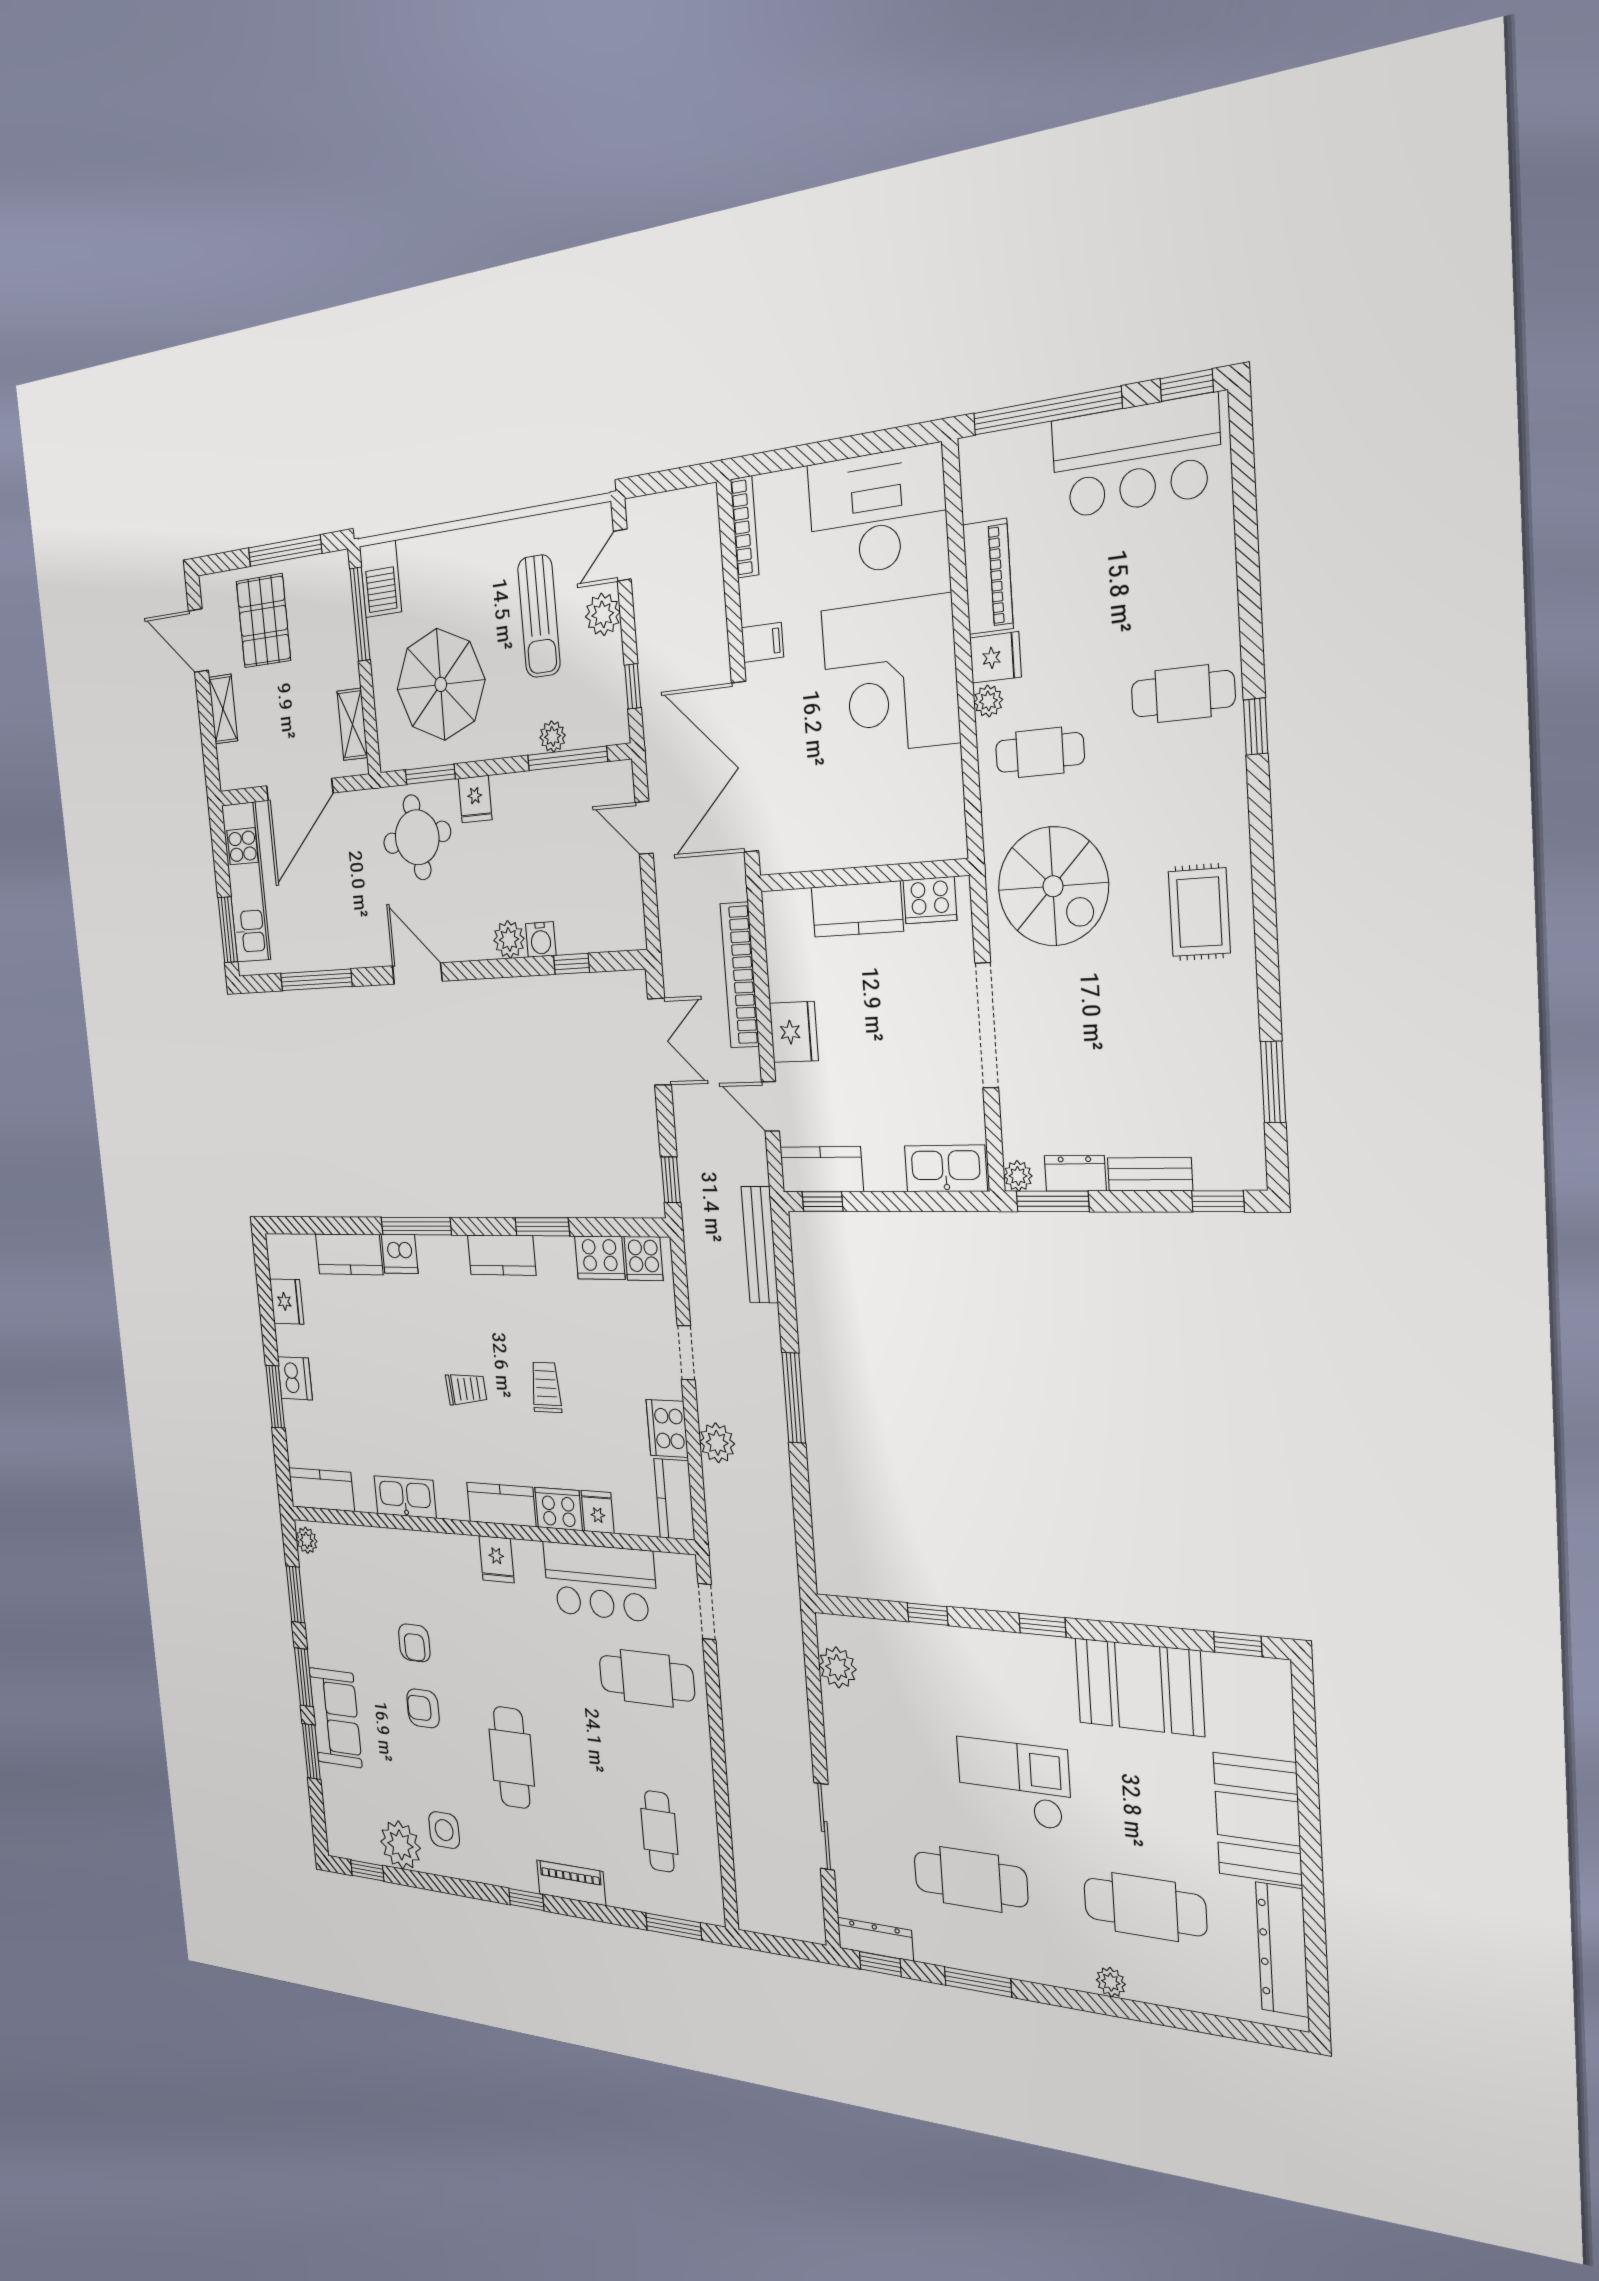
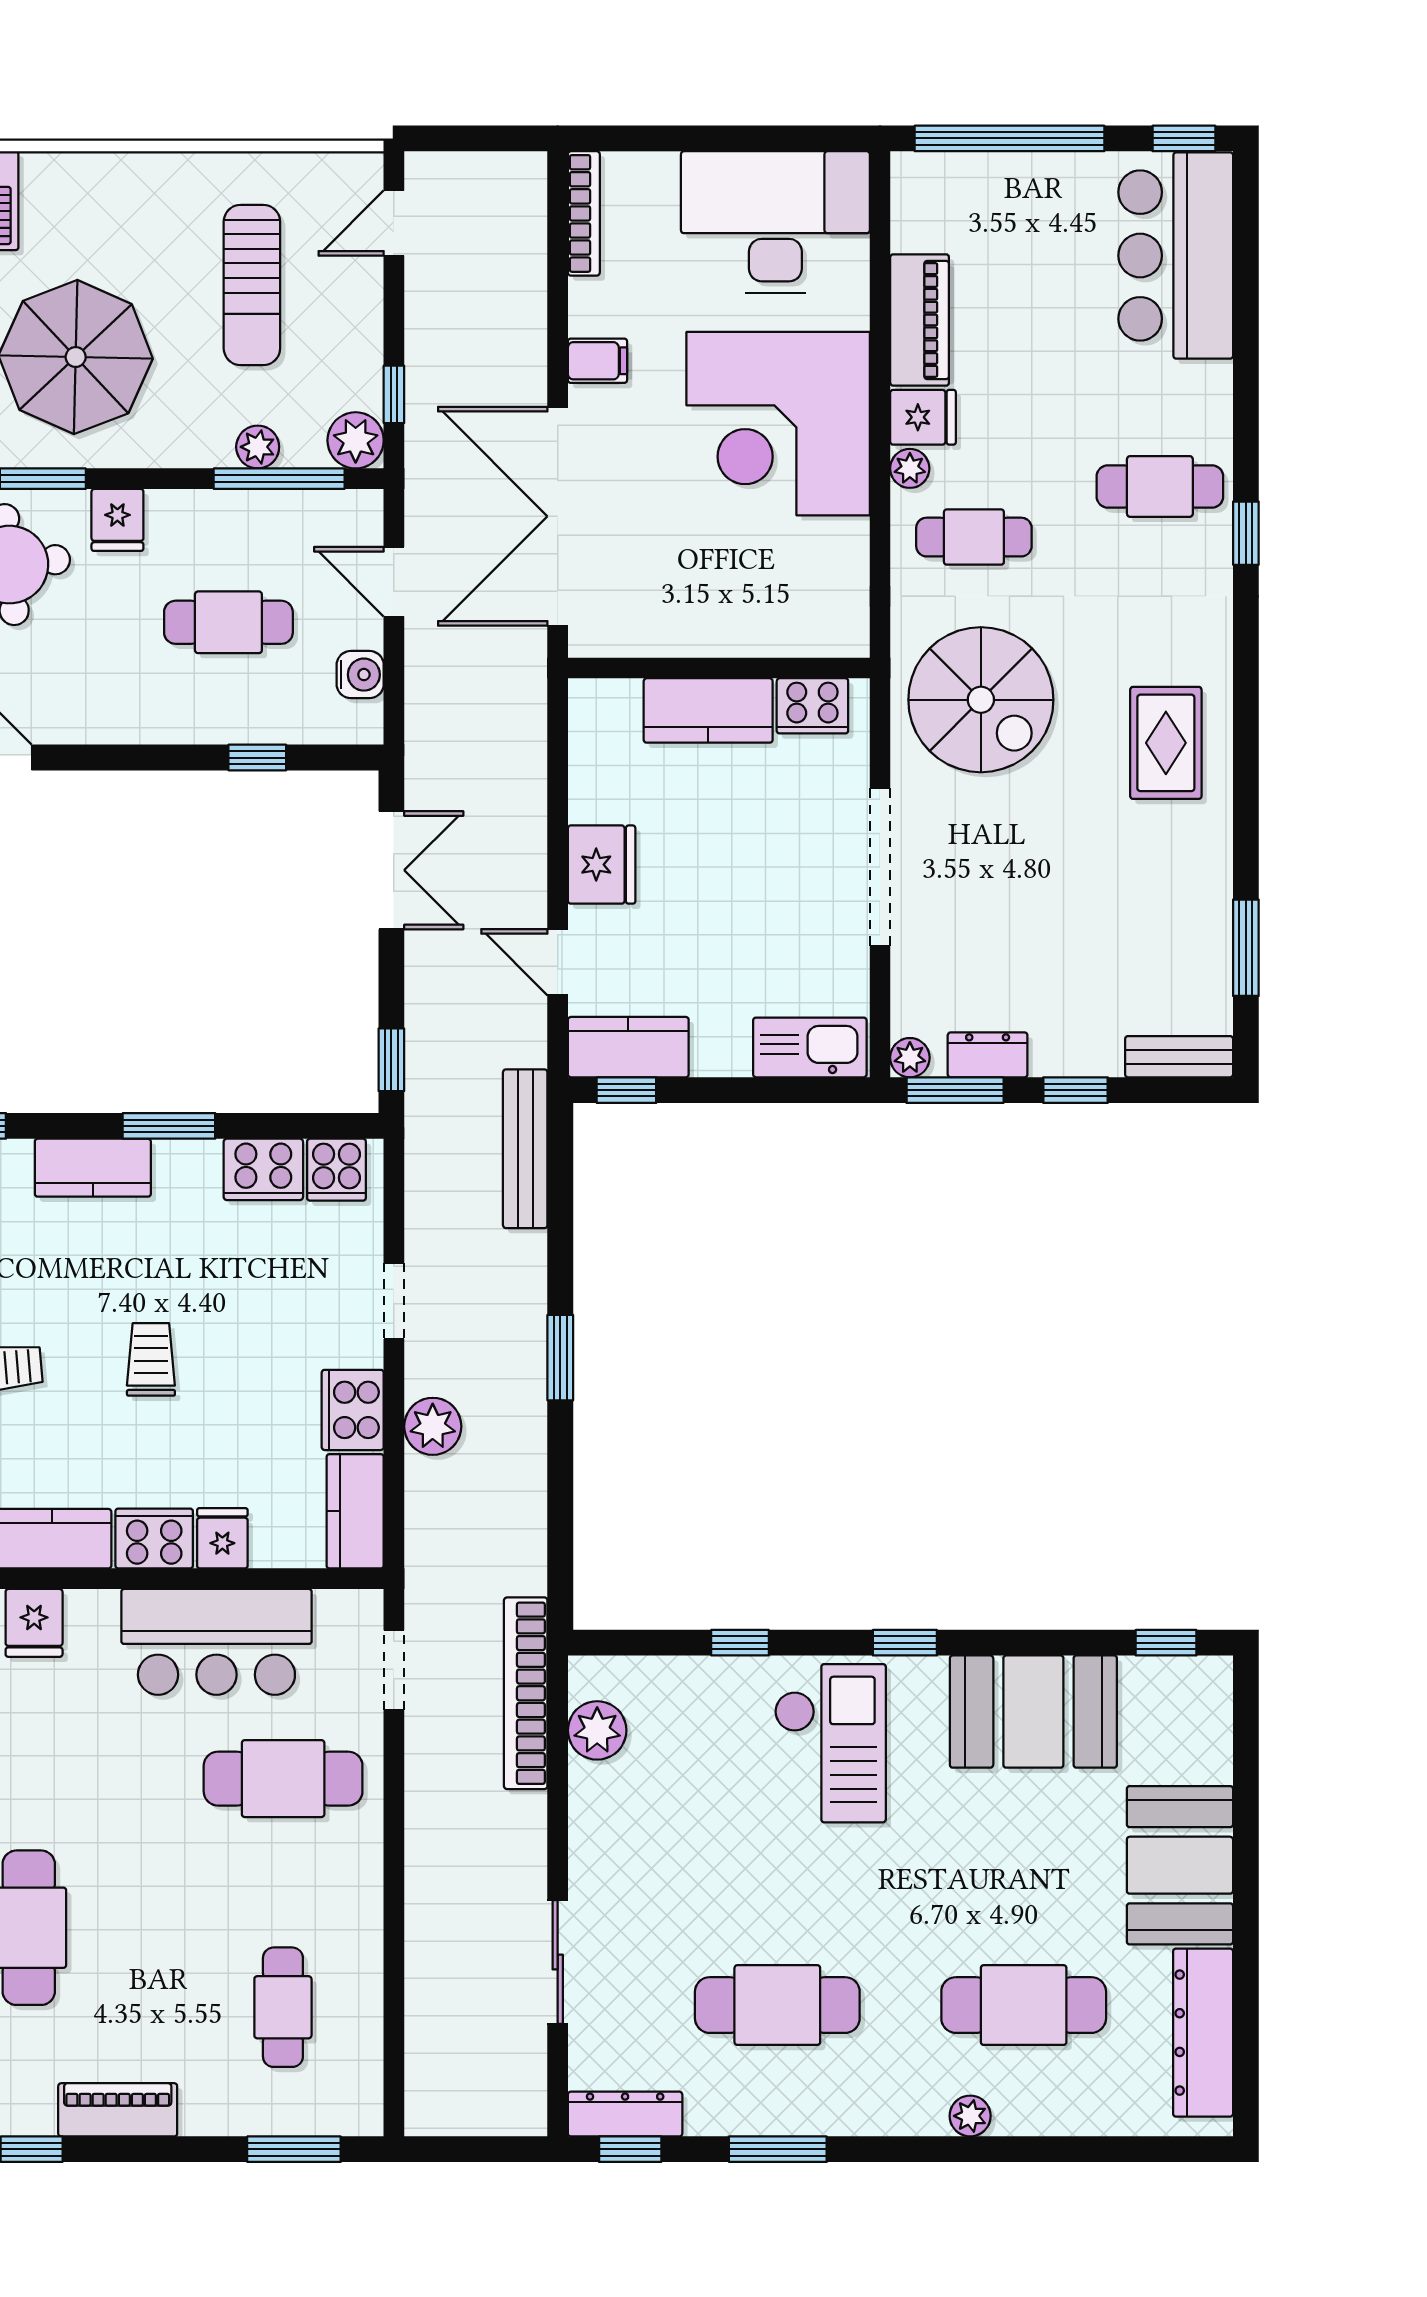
bar counter: (1136, 457) -> (1176, 256), moved, turned 90
plant: (603, 614) -> (356, 440), moved
cafe table: (546, 867) -> (228, 622), added
plant: (509, 939) -> (155, 718), removed
water cooler: (541, 940) -> (360, 675), moved, turned -90
bookcase: (740, 975) -> (526, 1693), moved
bench: (1150, 1174) -> (1179, 1057), moved
window: (1218, 1201) -> (1076, 1090), moved
window: (794, 1398) -> (560, 1358), width x0.69
checkout: (1014, 1783) -> (830, 1743), moved, turned 90

